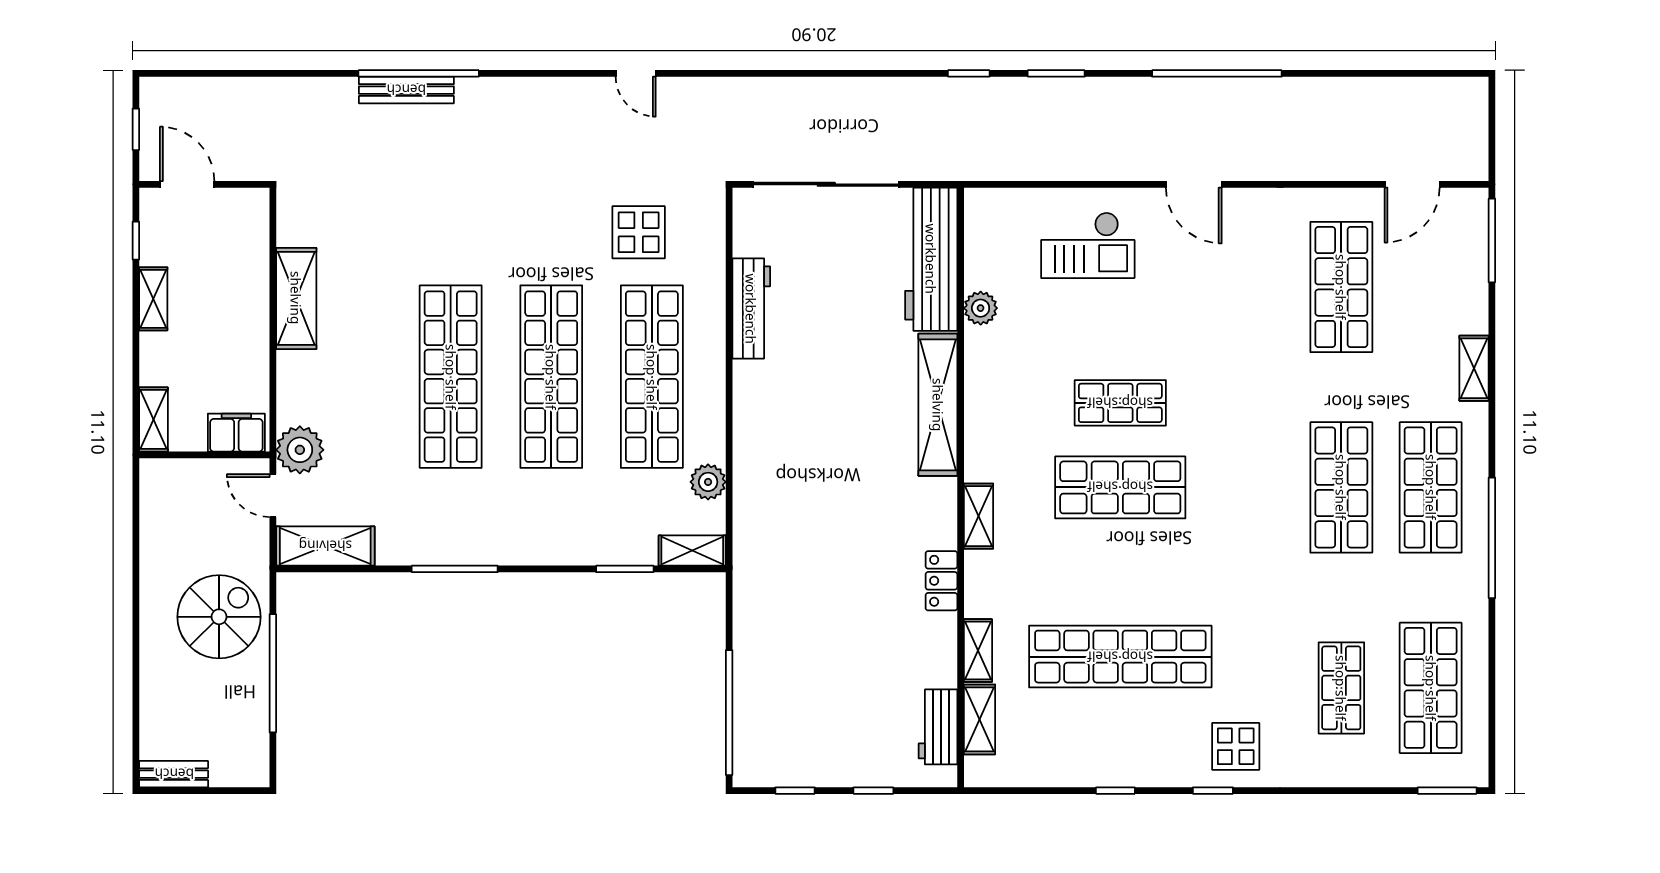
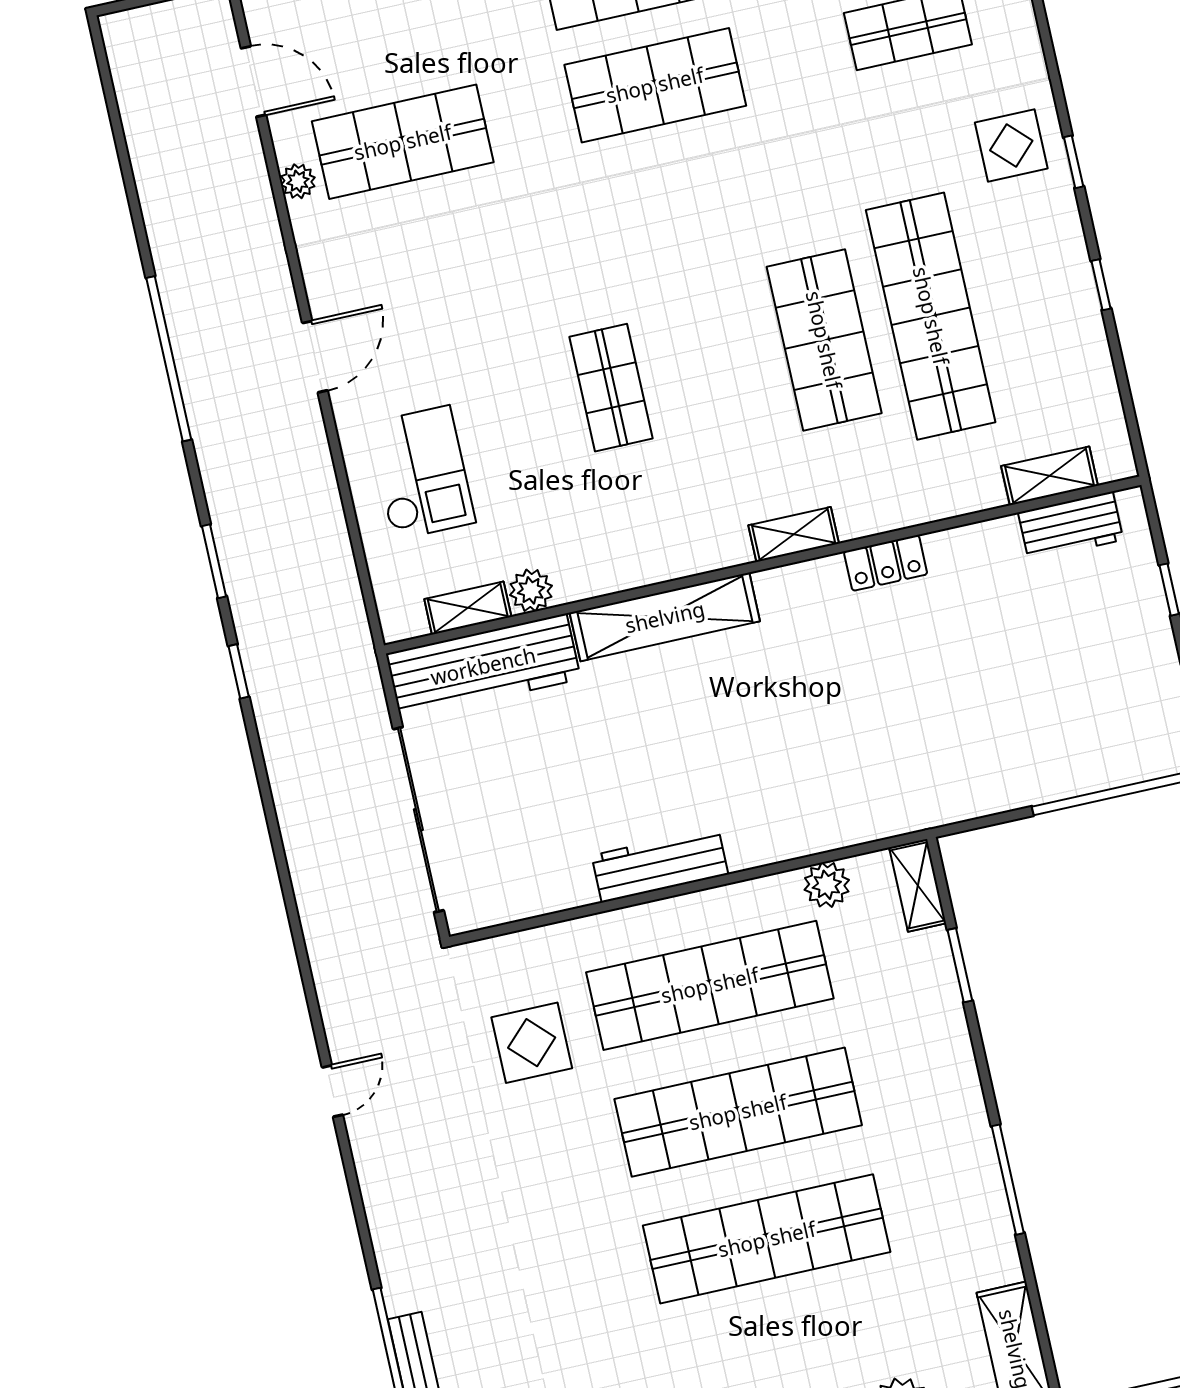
plant: (1329, 201) -> (298, 181), added
workbench: (751, 309) -> (660, 865), moved
shop shelf: (1120, 487) -> (824, 340), moved
shelving: (978, 651) -> (468, 608), moved

